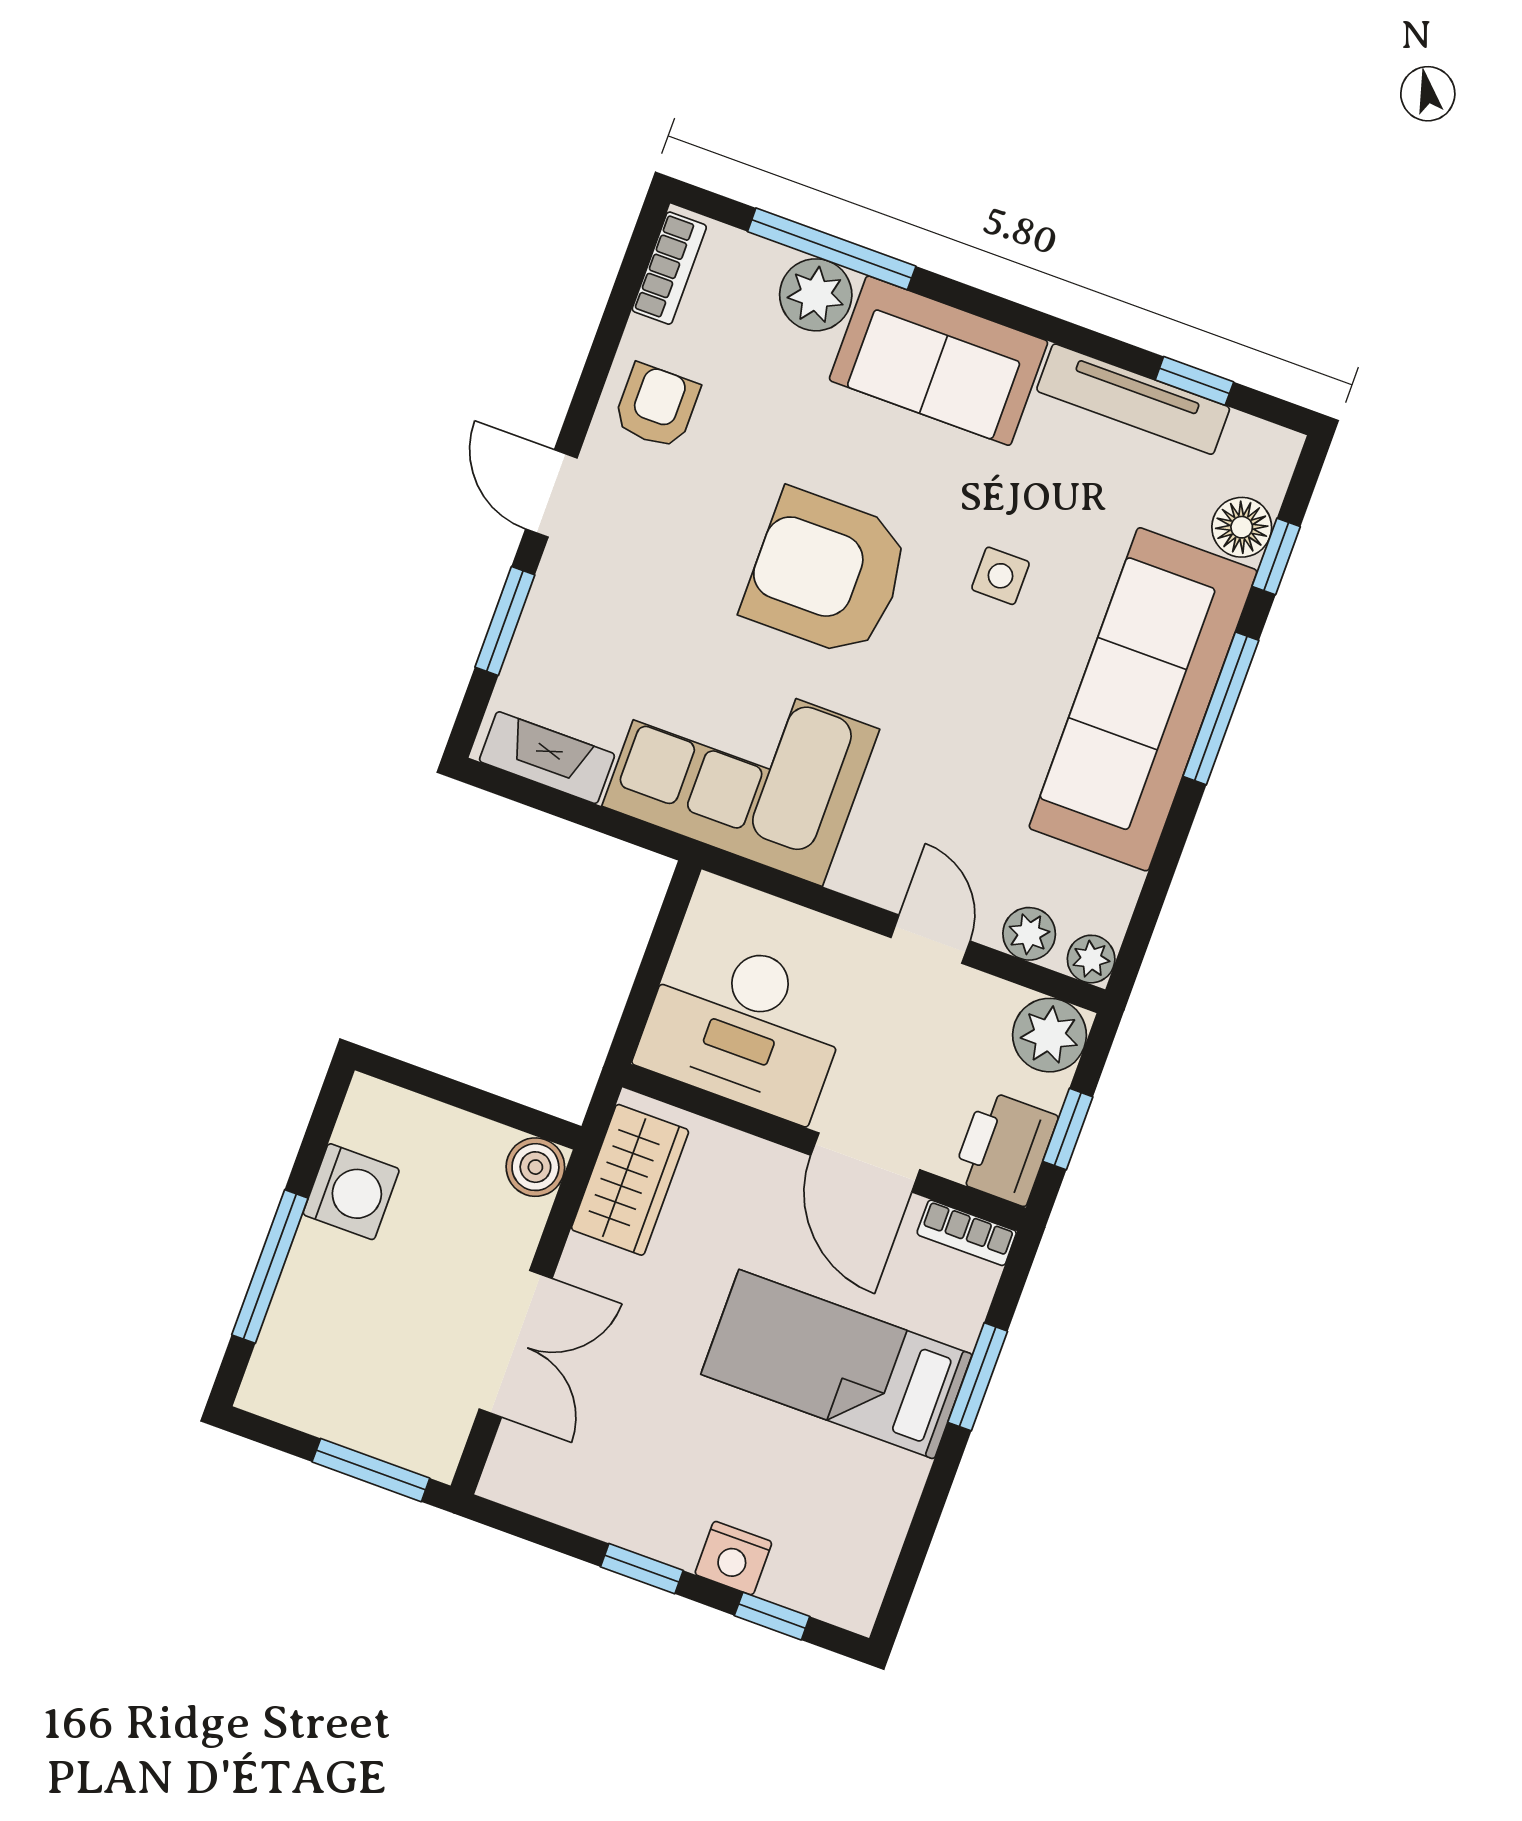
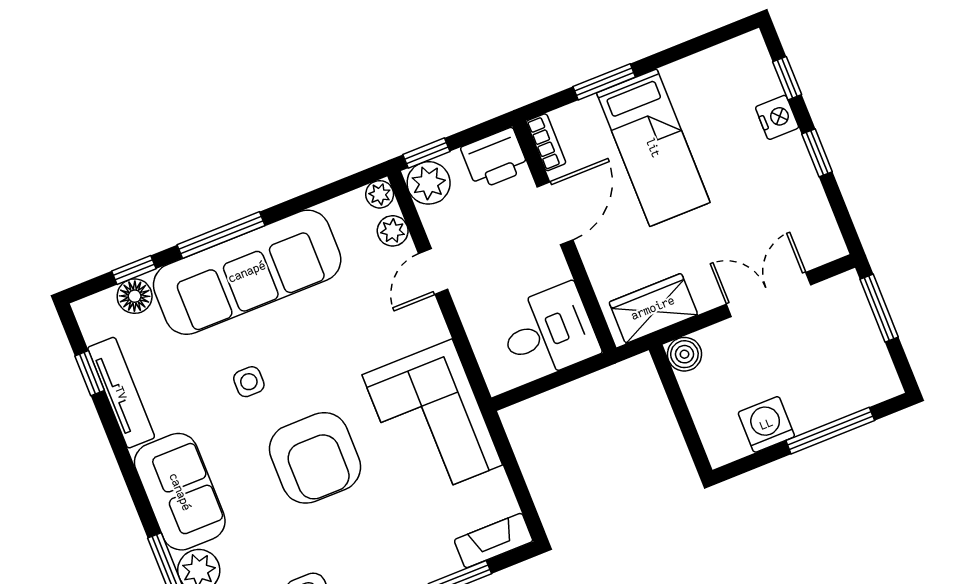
fireplace: (547, 758) -> (494, 541), moved, turned 90
desk: (744, 1027) -> (548, 332), width x0.73
window: (1068, 1129) -> (426, 153), moved

